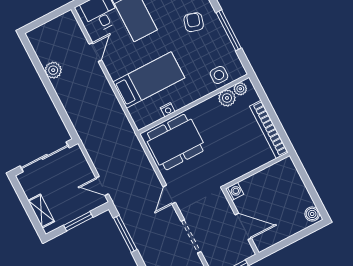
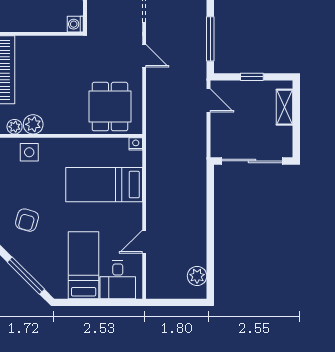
plant: (53, 70) -> (197, 276), moved
nightstand: (168, 110) -> (136, 144), moved
dining table: (175, 142) -> (110, 107), width x0.73
door: (169, 195) -> (144, 56), hinge flipped
window: (78, 221) -> (252, 77), width x0.67

